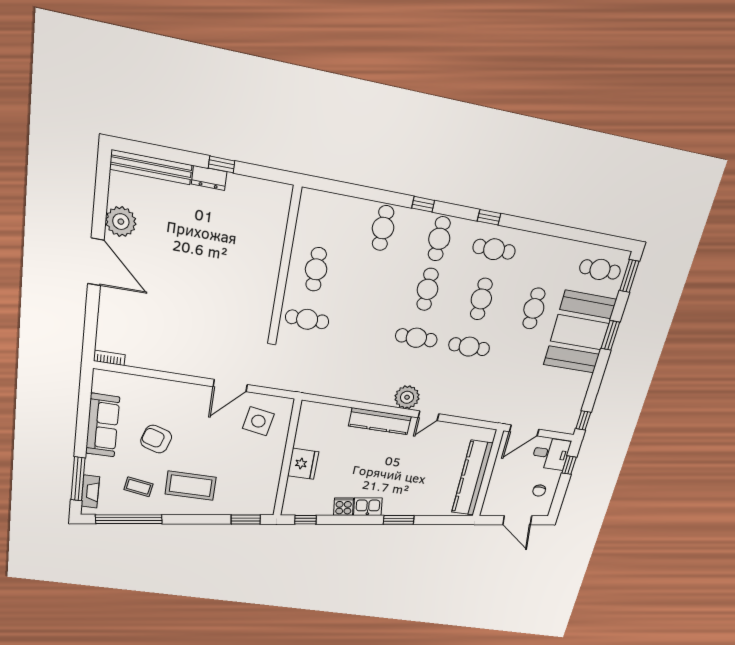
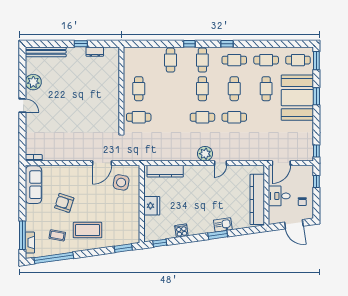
dresser: (209, 178) -> (95, 52), moved
cafe table: (548, 259) -> (266, 60), added
door: (96, 262) -> (22, 106), width x0.53
kitchen counter: (380, 421) -> (165, 171), moved
sofa: (103, 425) -> (33, 185), moved
desk: (551, 454) -> (279, 196), moved, turned 180
kitchen sink: (368, 507) -> (223, 225), moved

